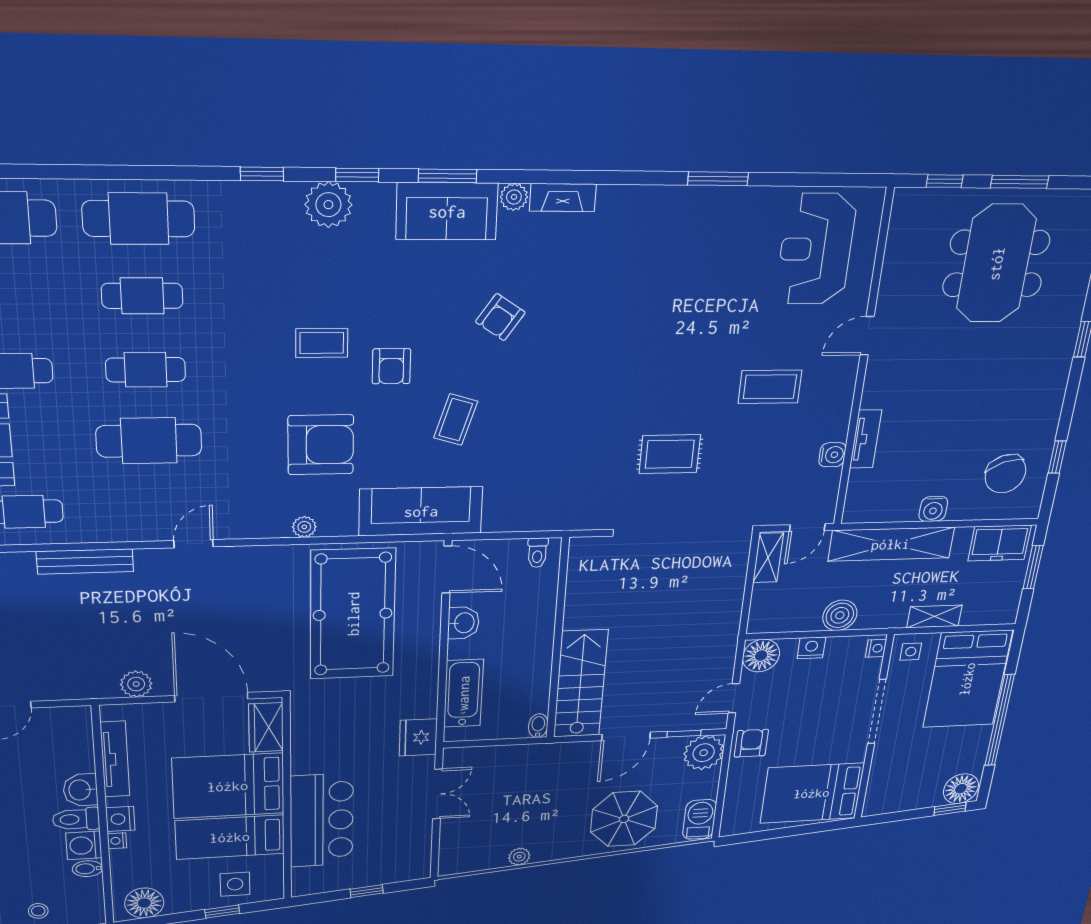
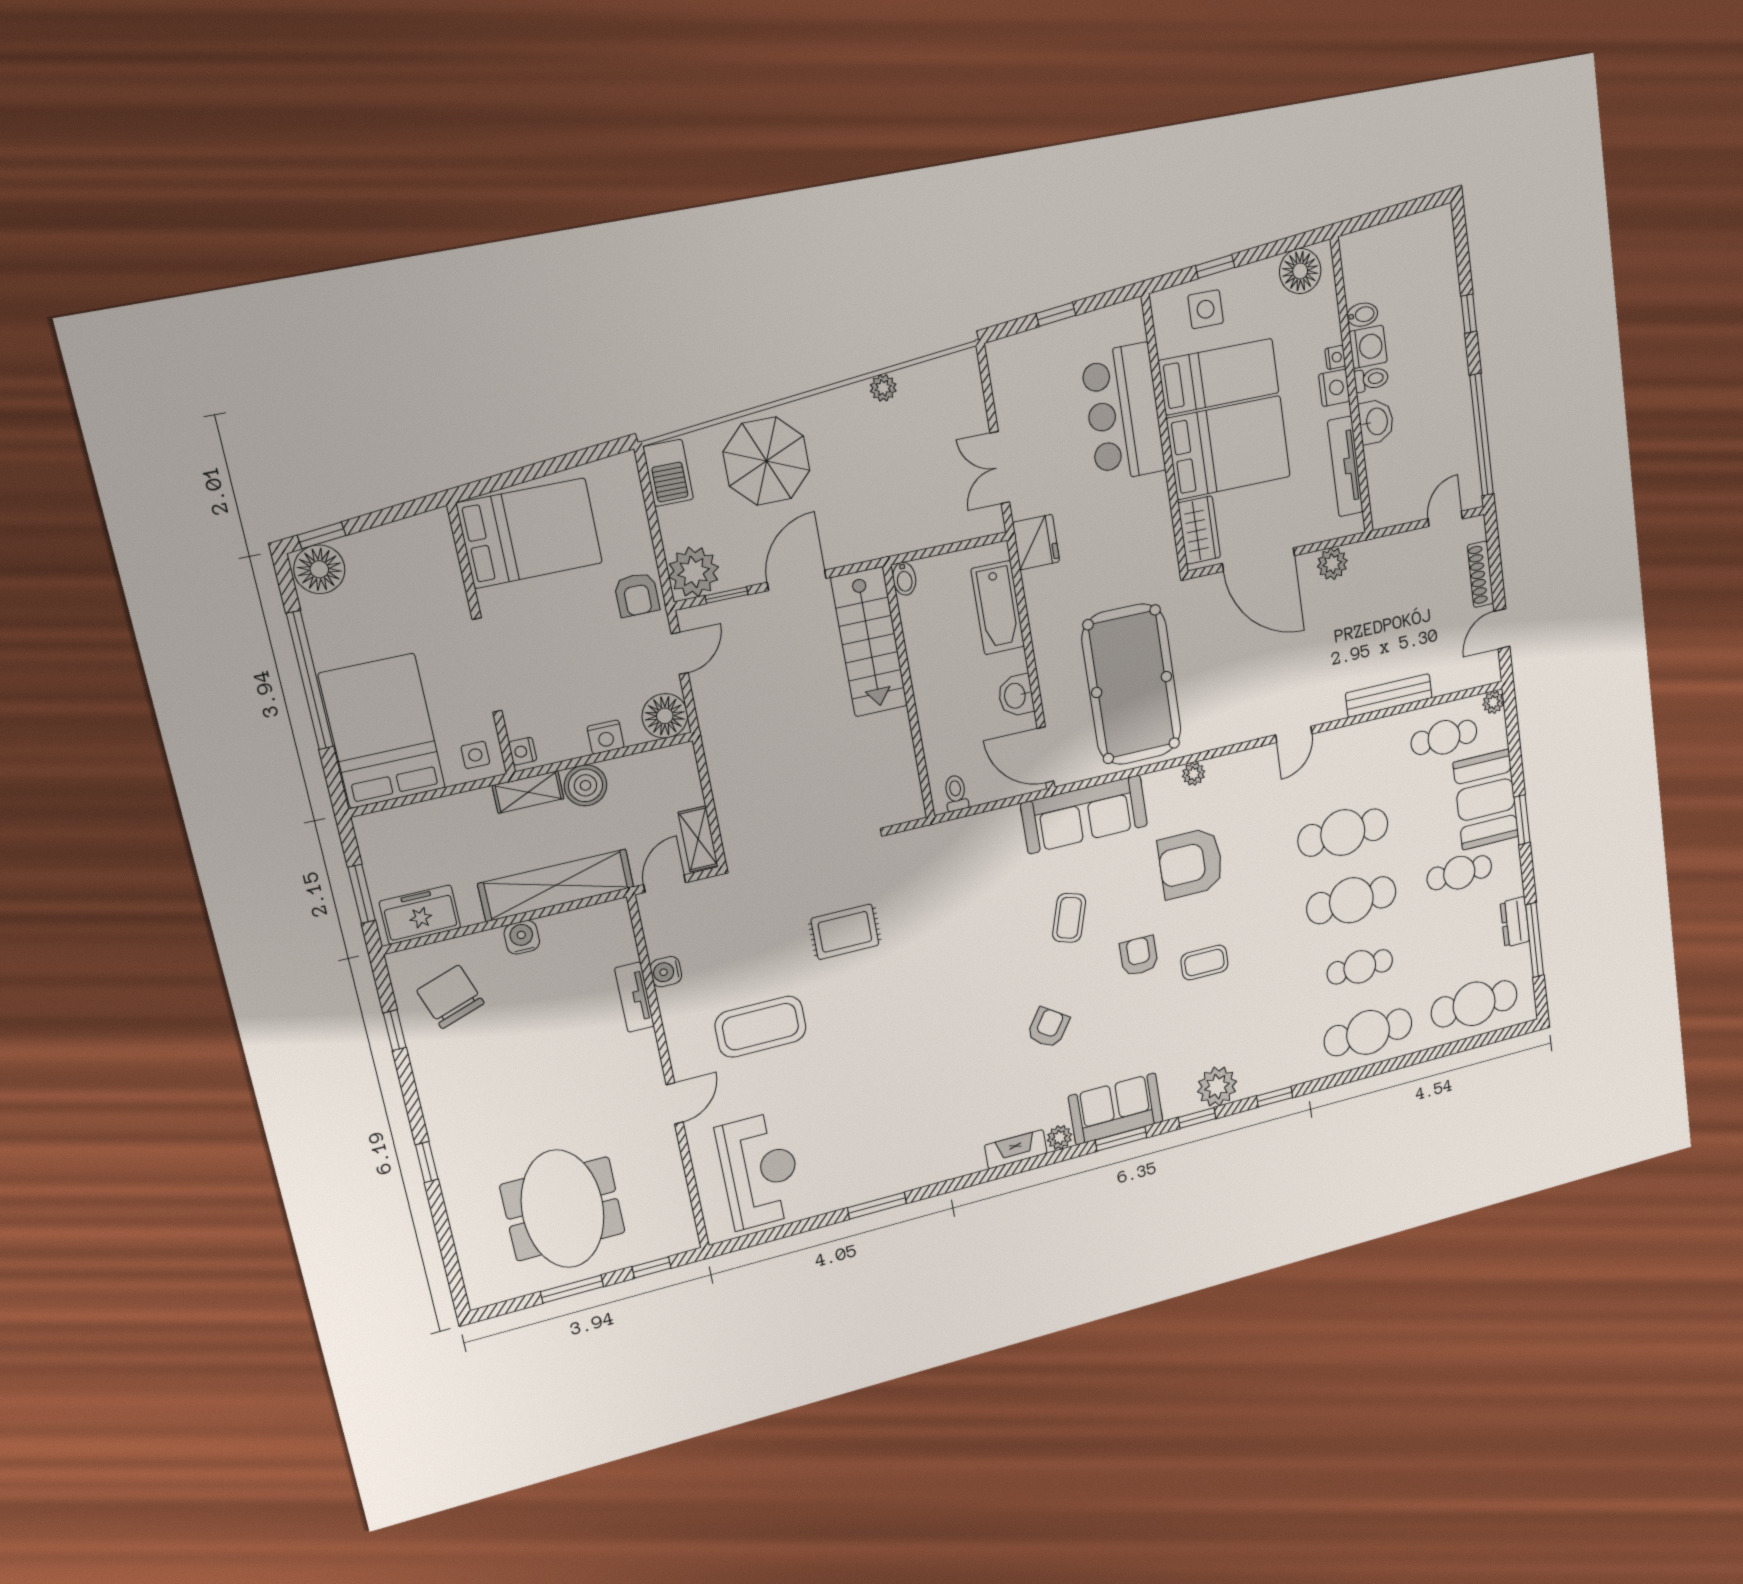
cafe table: (146, 370) -> (1351, 900), width x1.37, depth x1.35
coffee table: (770, 387) -> (761, 1027), width x1.36, depth x1.32
shelving: (934, 616) -> (528, 792), moved
toilet: (76, 819) -> (1371, 379), width x0.73, depth x0.72
stool: (38, 911) -> (1409, 248), removed

